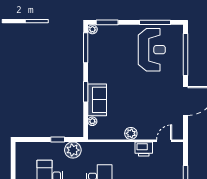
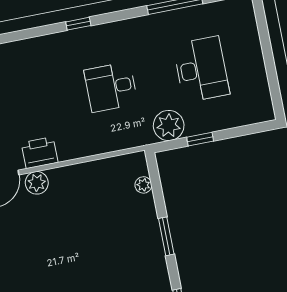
sofa: (97, 100) -> (142, 226), removed
plant: (131, 133) -> (37, 183), moved

